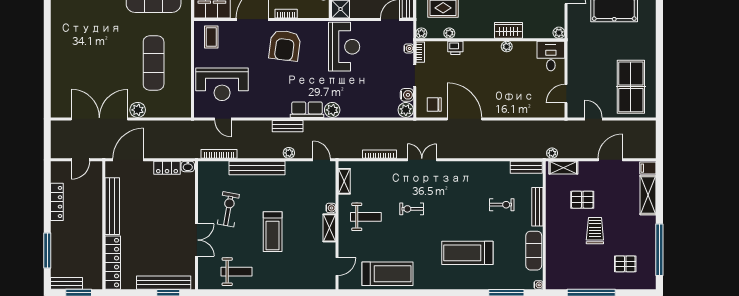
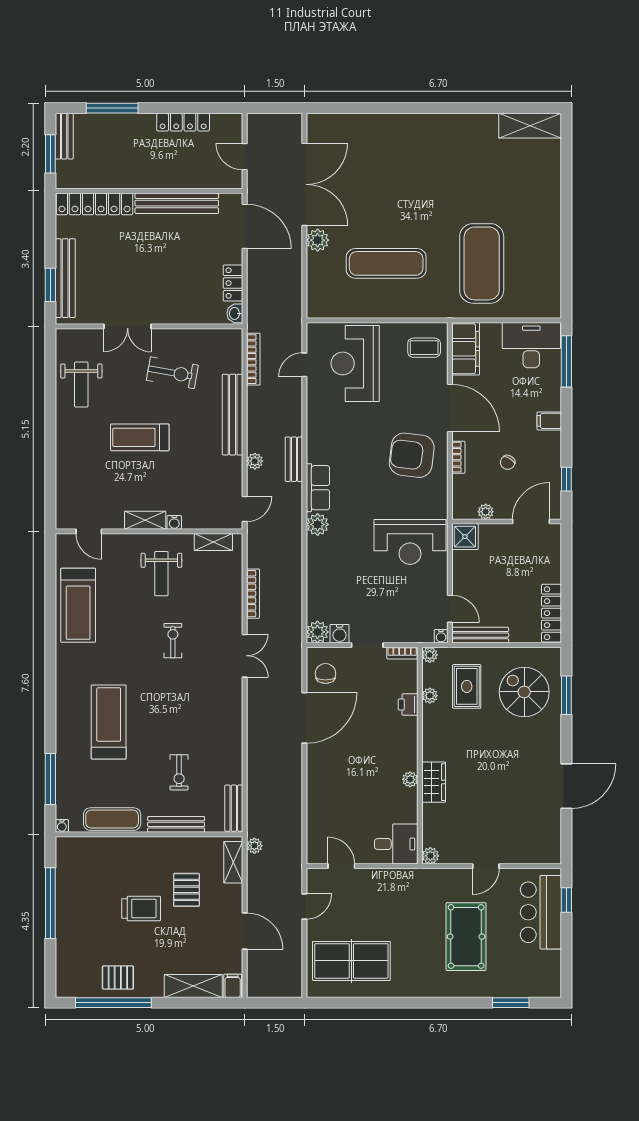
water cooler: (409, 48) -> (441, 636), moved
pallet: (625, 264) -> (118, 978), moved, turned 90

